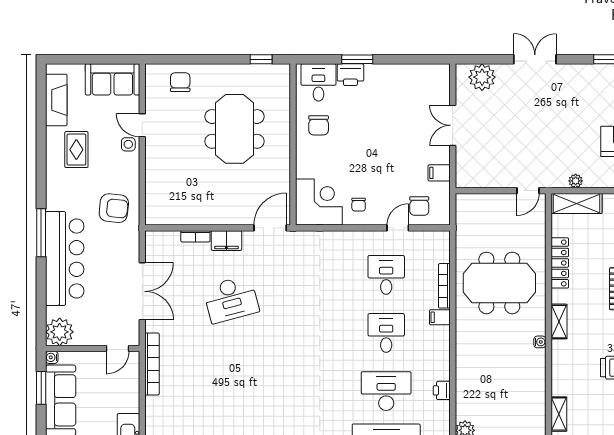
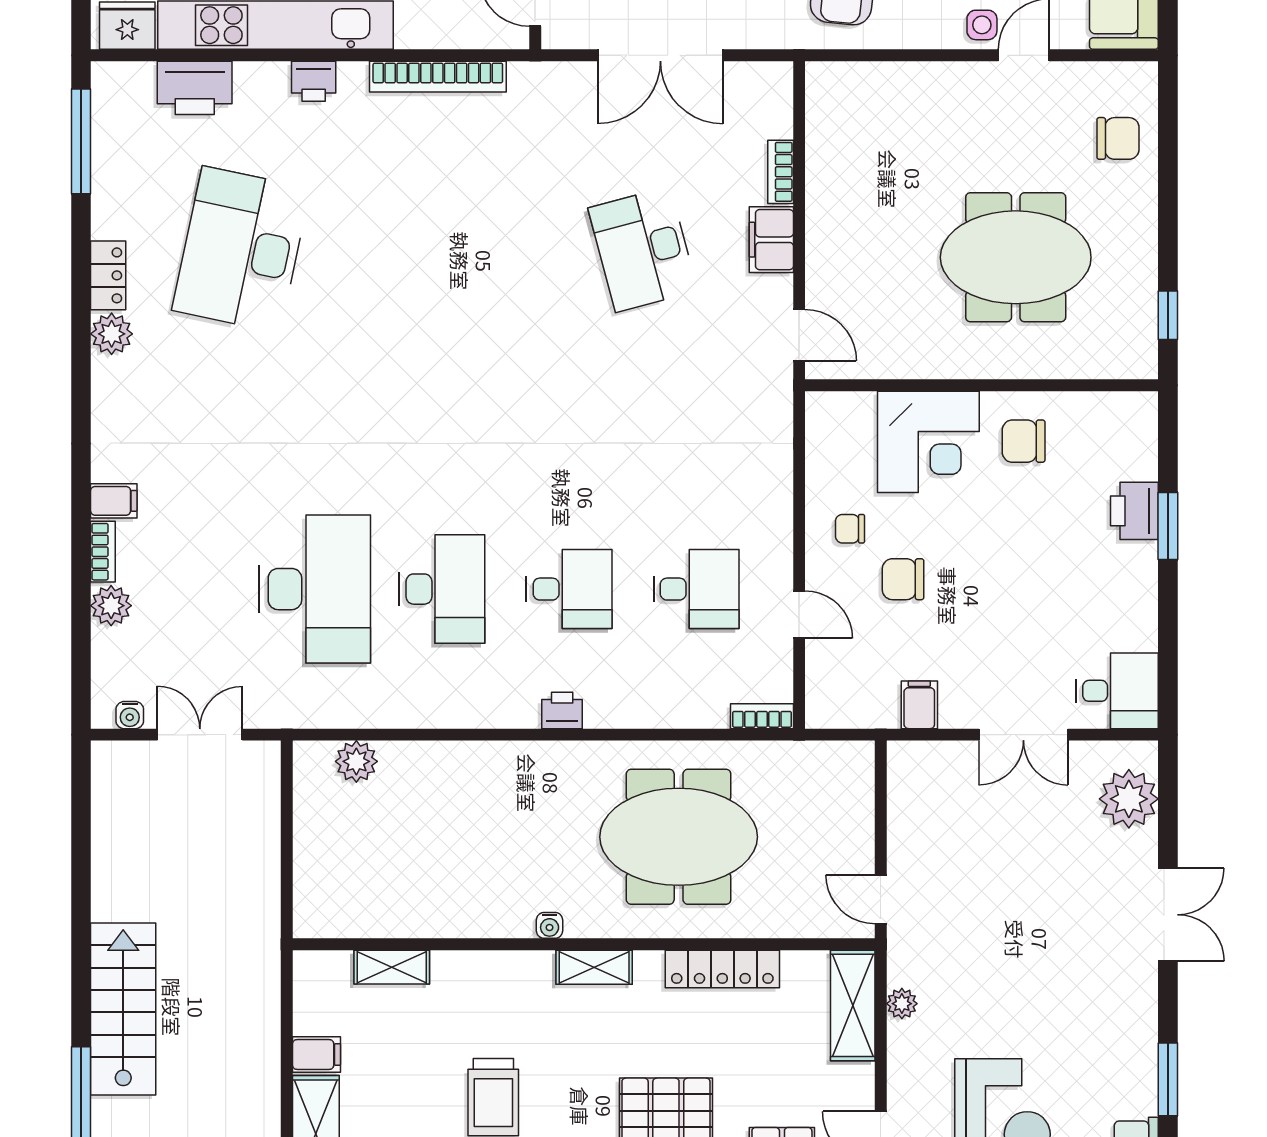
desk: (318, 82) -> (1117, 691), moved
double door: (453, 125) -> (1023, 735), swing flipped
corner desk: (319, 202) -> (928, 442), moved
chair: (419, 206) -> (903, 579), moved
door: (270, 228) -> (799, 335), width x0.73
meeting table: (499, 283) -> (679, 837), turned 90
bookcase: (444, 286) -> (762, 716), moved, width x0.64
filing cabinet: (440, 317) -> (603, 706), removed
bookcase: (152, 364) -> (438, 77), moved
printer: (442, 390) -> (562, 710), moved

